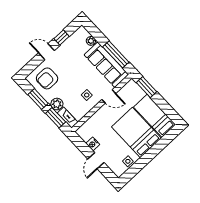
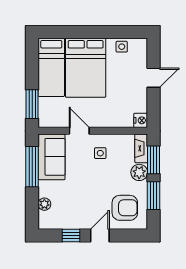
door: (46, 52) -> (100, 236), swing flipped
sofa: (106, 65) -> (51, 157), width x0.73
nightstand: (93, 144) -> (141, 120), moved

